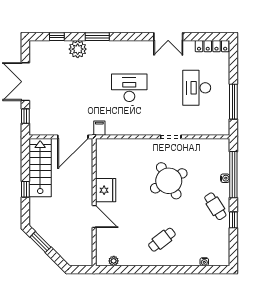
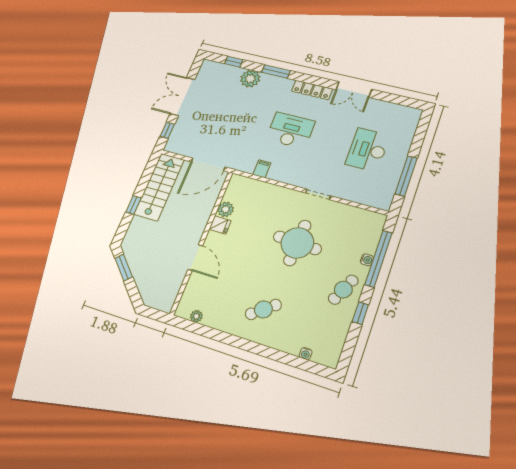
locker: (212, 46) -> (312, 90), moved
filing cabinet: (99, 128) -> (262, 169), moved
plant: (102, 171) -> (226, 209), added
round table: (169, 181) -> (297, 243), turned 32
fridge: (106, 190) -> (220, 225), width x0.53, depth x0.75
cafe table: (215, 206) -> (343, 290), turned 57

